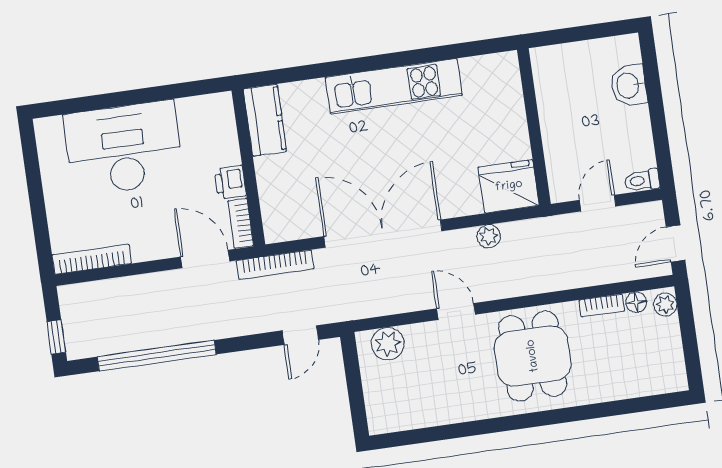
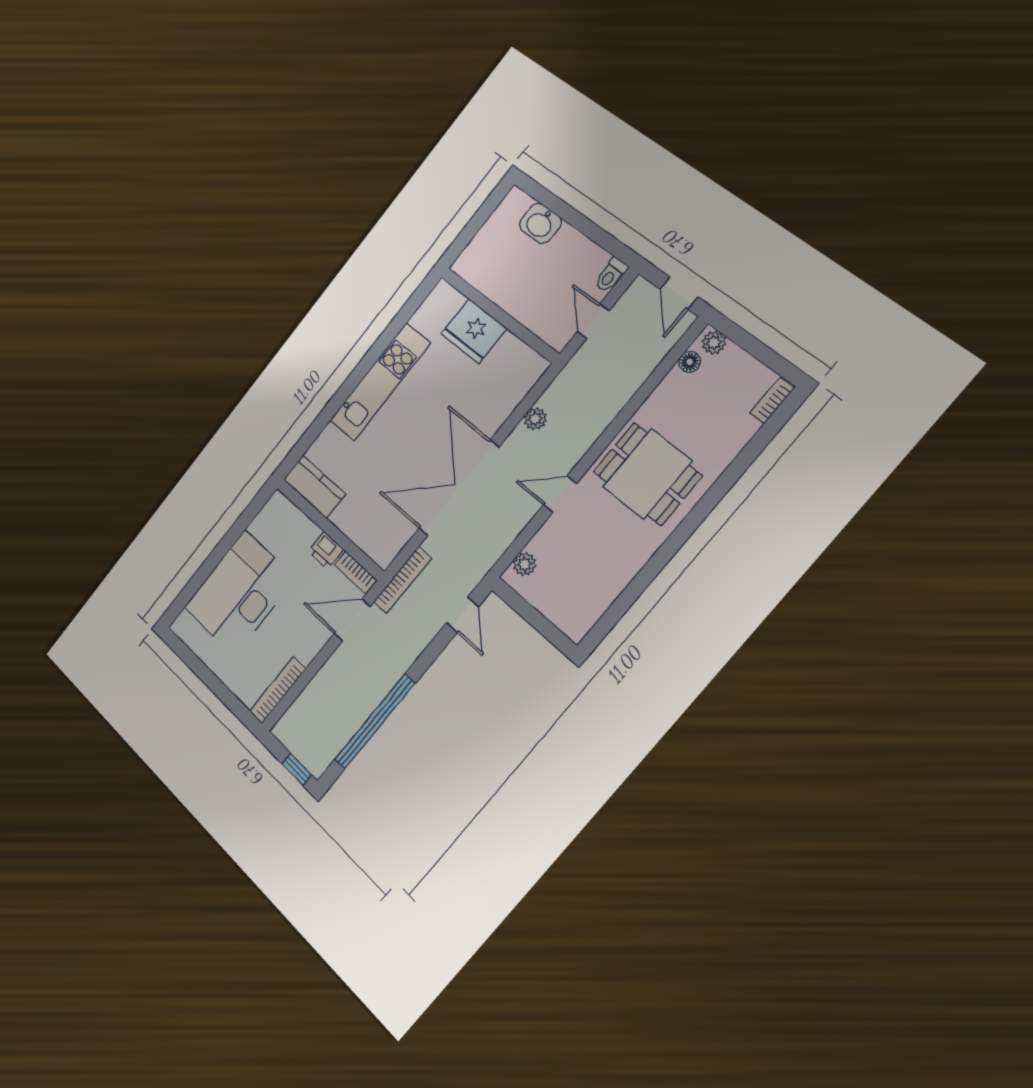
fridge: (509, 186) -> (474, 331), moved, turned -90
bookcase: (602, 305) -> (772, 400), moved, turned 180
plant: (388, 344) -> (525, 564), width x0.73, depth x0.73

